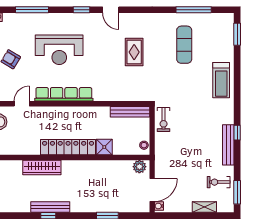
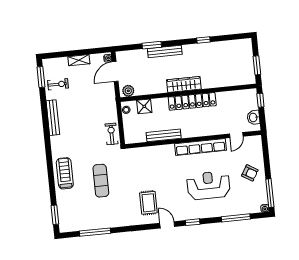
exercise mat: (184, 45) -> (101, 181), moved
rug: (134, 52) -> (148, 203), moved
bench: (130, 112) -> (164, 135), moved
window: (237, 133) -> (46, 129), removed
shower: (104, 147) -> (144, 106), moved
wardrobe: (42, 167) -> (184, 84), moved
bench: (50, 207) -> (165, 51), moved
shelving: (204, 207) -> (79, 60), moved

